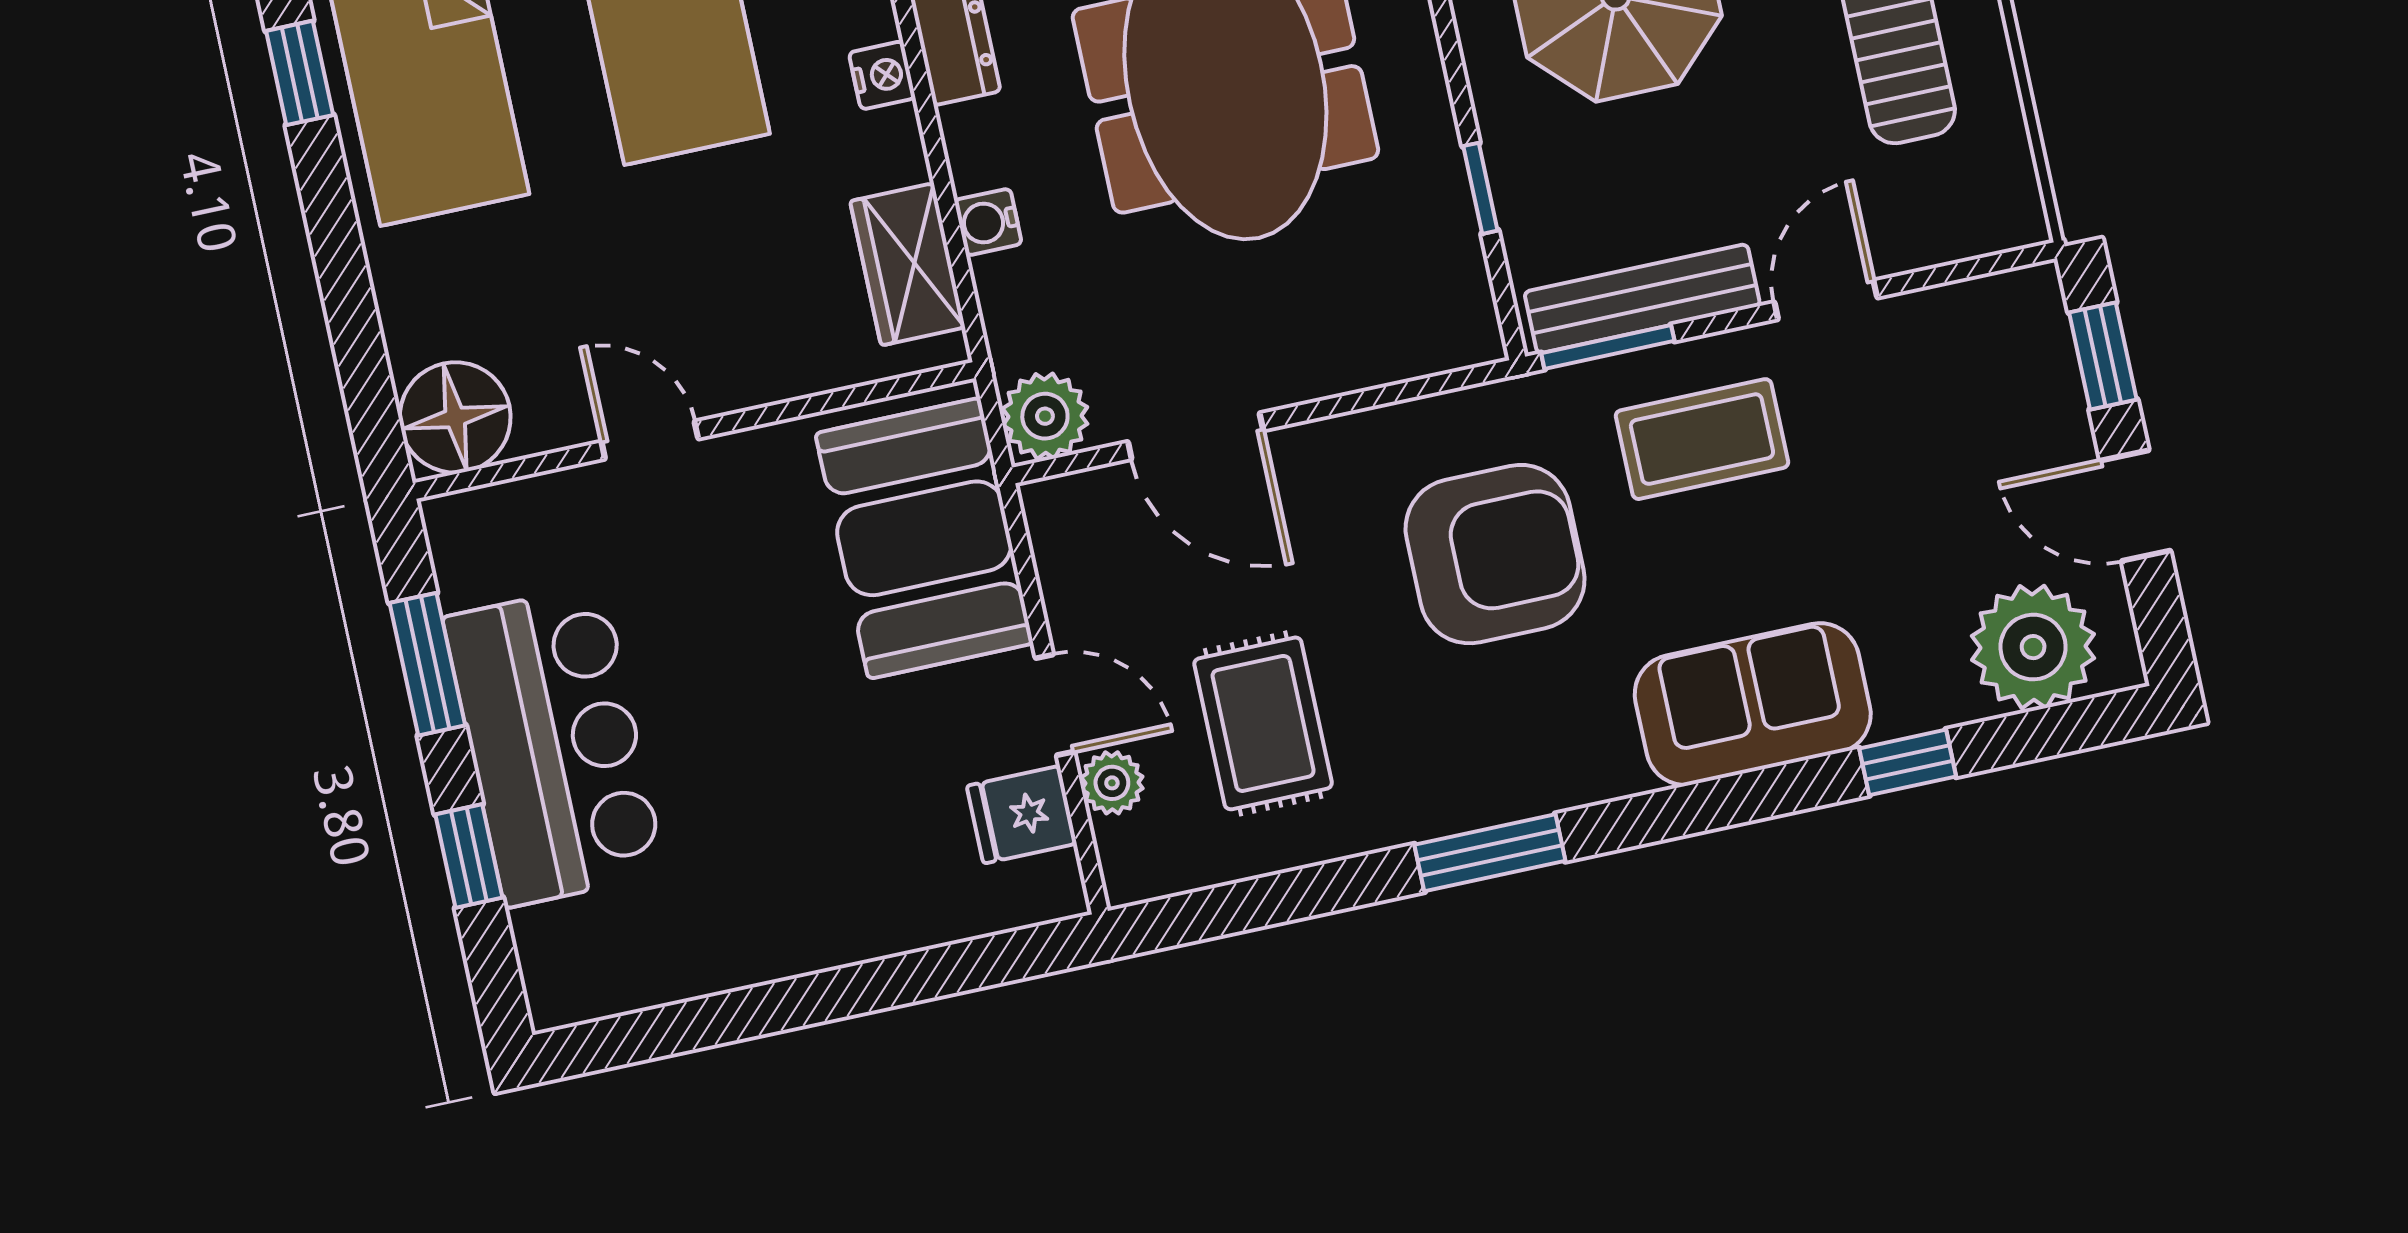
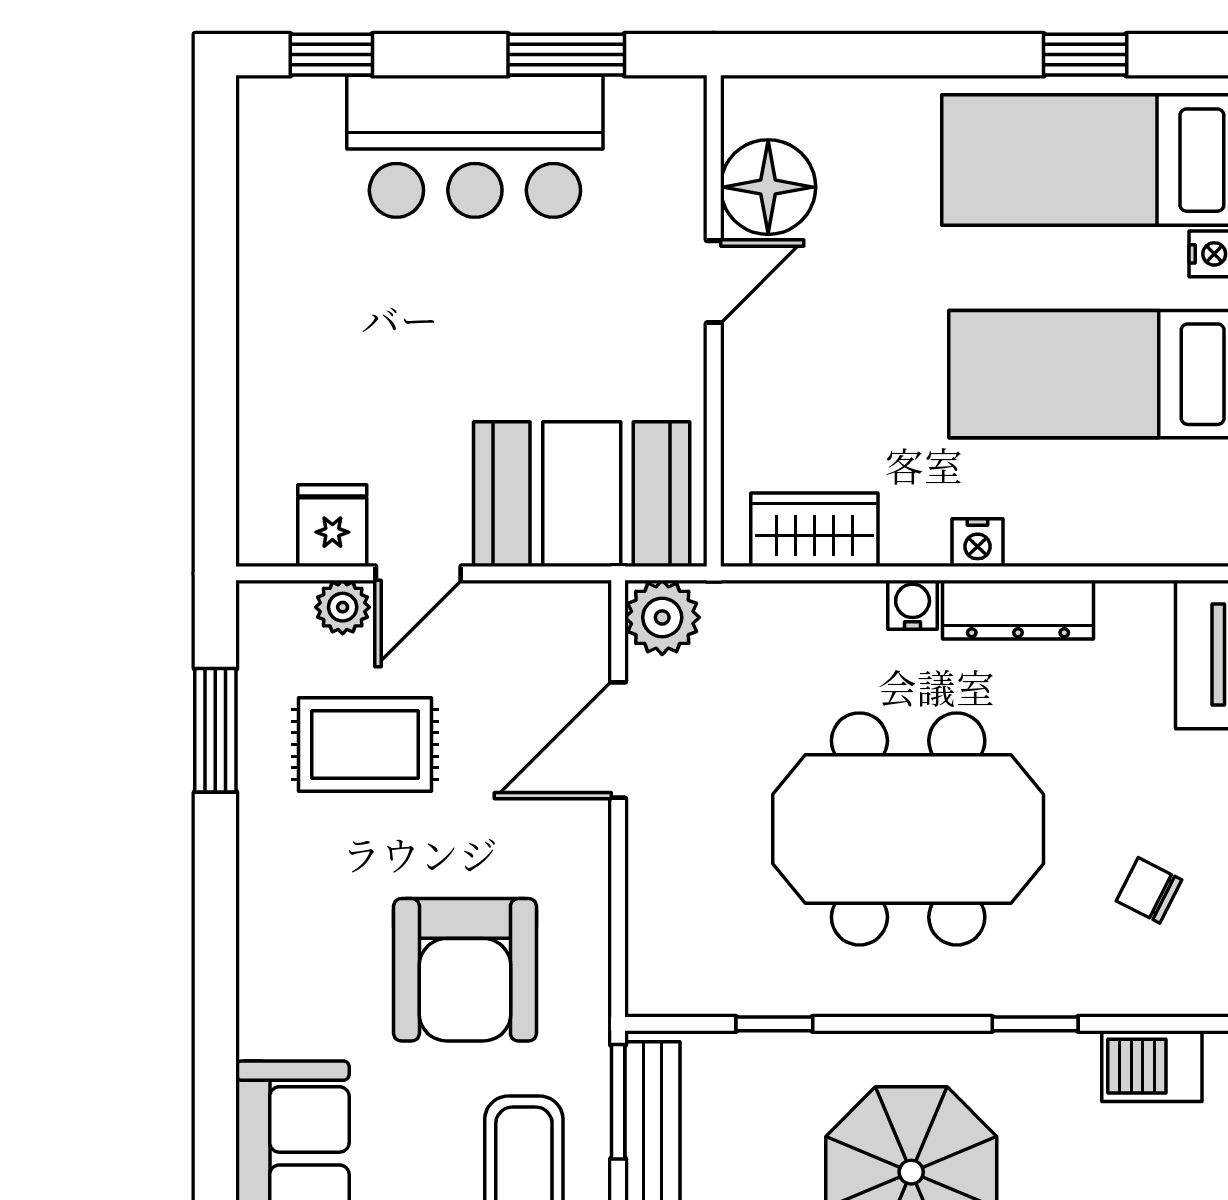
water cooler: (988, 222) -> (913, 605), moved
floor lamp: (455, 417) -> (768, 187), moved
window: (1490, 853) -> (215, 730), moved
window: (469, 856) -> (331, 55), moved

